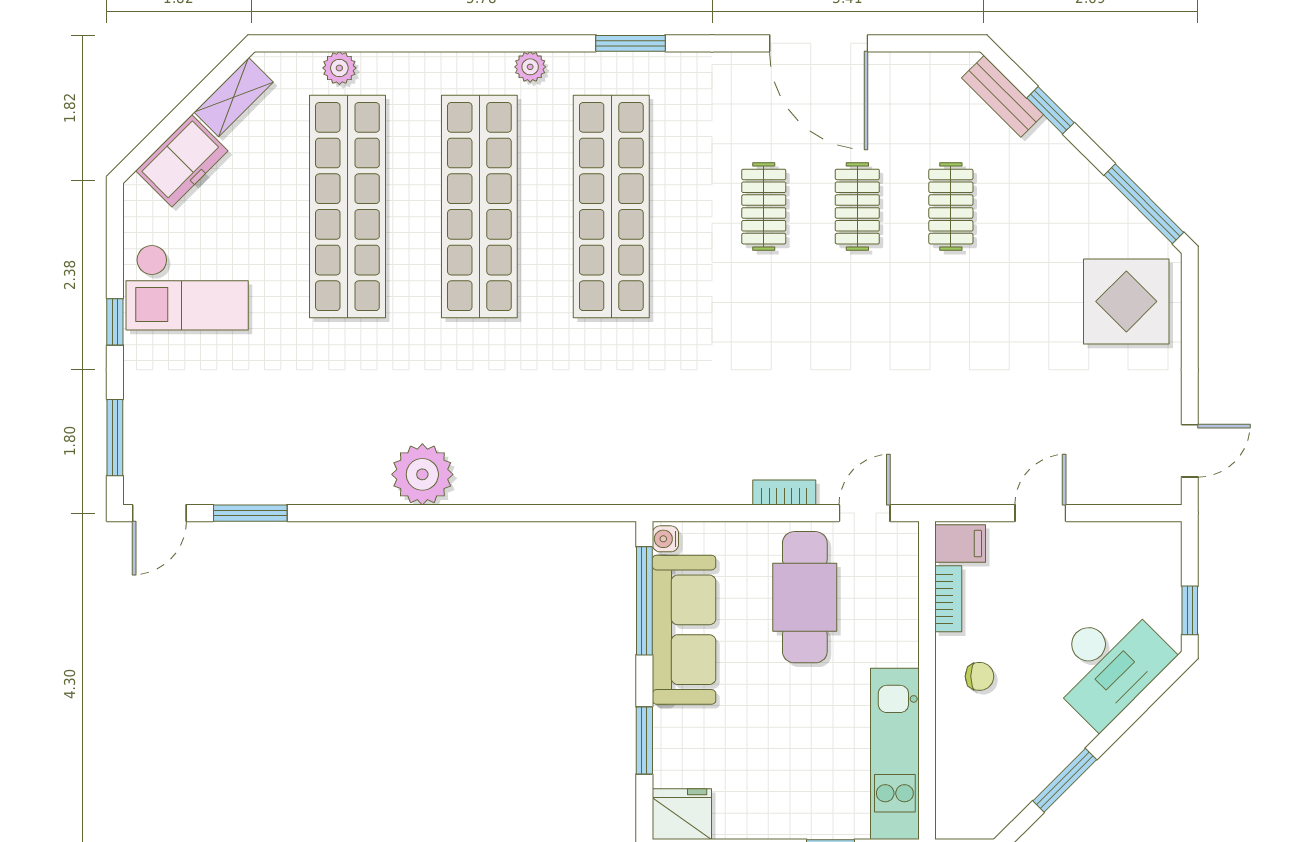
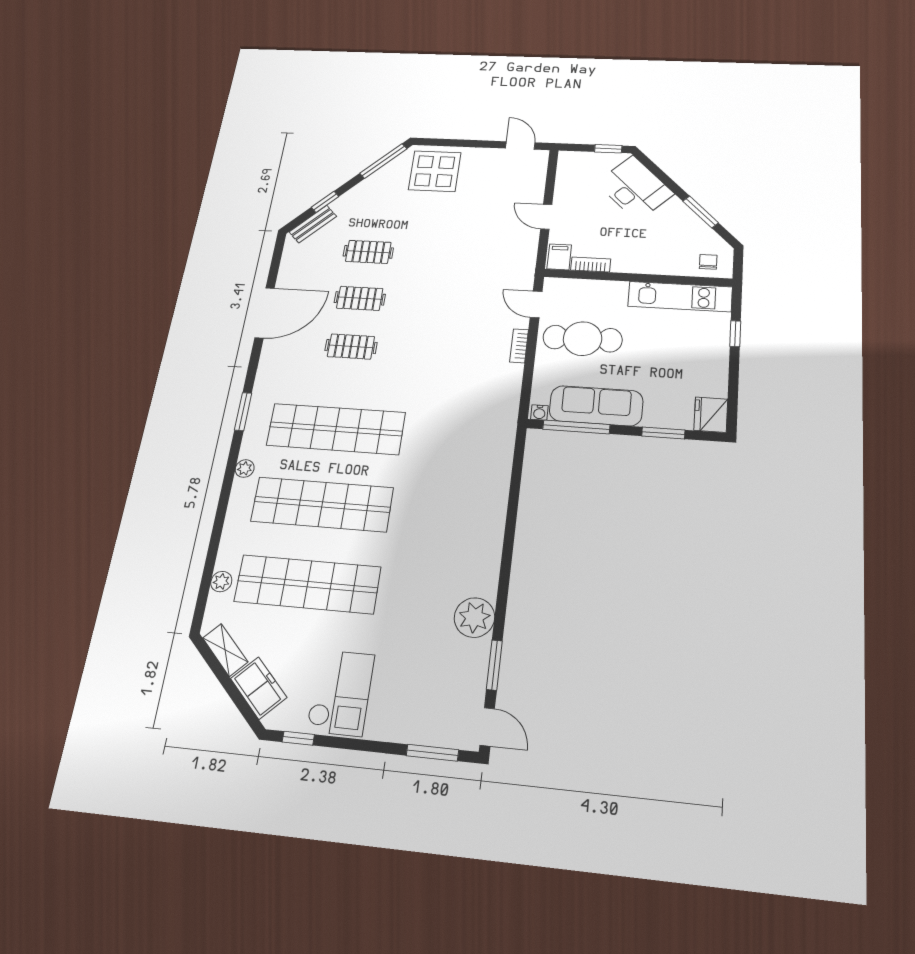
window: (115, 322) -> (298, 738), moved
plant: (422, 474) -> (474, 618), moved
chair: (980, 676) -> (708, 262), moved

